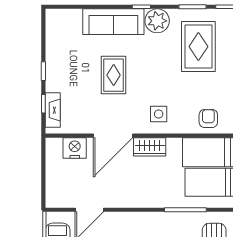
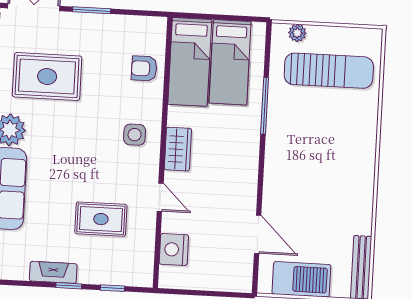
rug: (114, 75) -> (101, 219), moved
fireplace: (53, 110) -> (53, 272), moved
door: (113, 136) -> (160, 197), width x0.53

